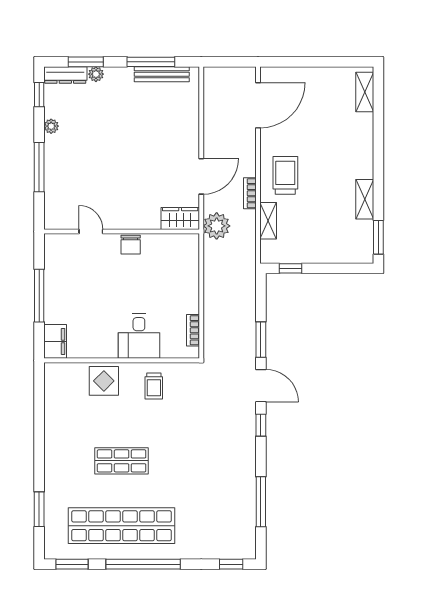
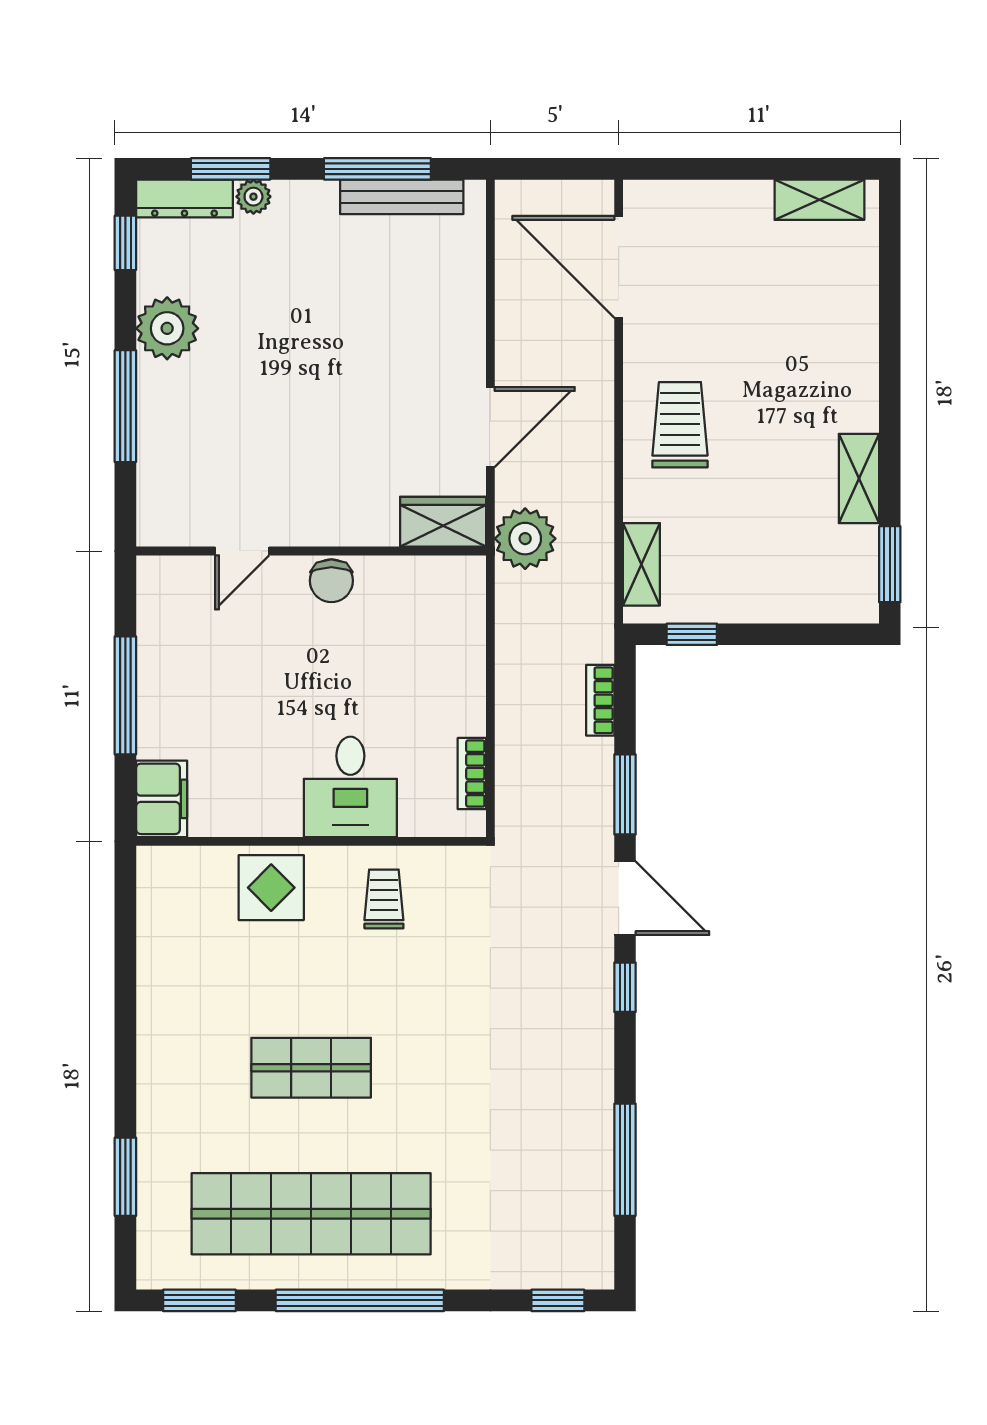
shelving: (365, 92) -> (819, 200), moved, turned 90
door: (258, 105) -> (619, 267), swing flipped
plant: (51, 126) -> (167, 328), width x1.87, depth x1.87
bookcase: (250, 193) -> (600, 700), moved
shelving: (268, 221) -> (641, 564), moved
door: (91, 231) -> (242, 551), swing flipped
trolley: (154, 386) -> (384, 899), turned 180

